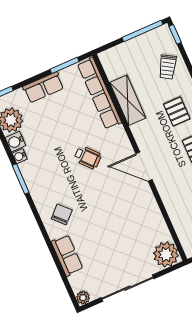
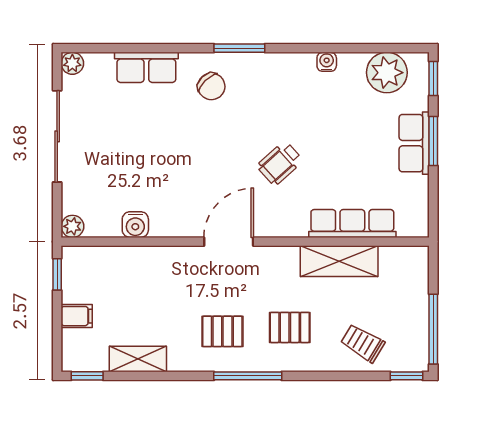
window: (64, 65) -> (433, 141), moved
row of seats: (100, 93) -> (352, 223), width x0.73
water cooler: (15, 142) -> (135, 225), moved, turned 180
window: (21, 179) -> (239, 48), moved
plant: (166, 254) -> (72, 226), width x0.53, depth x0.53

